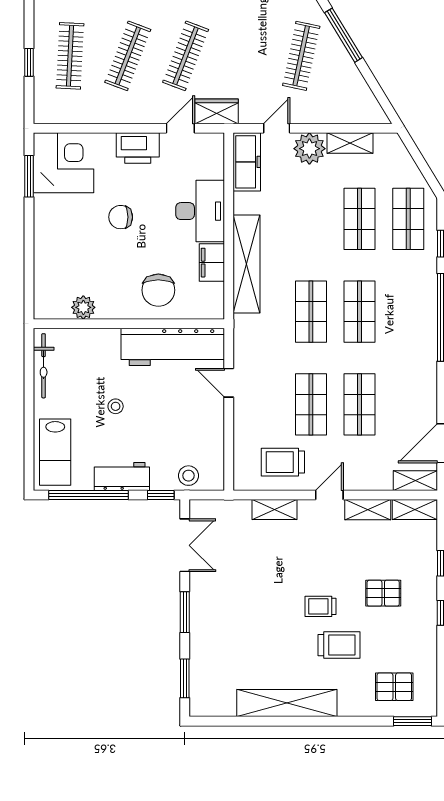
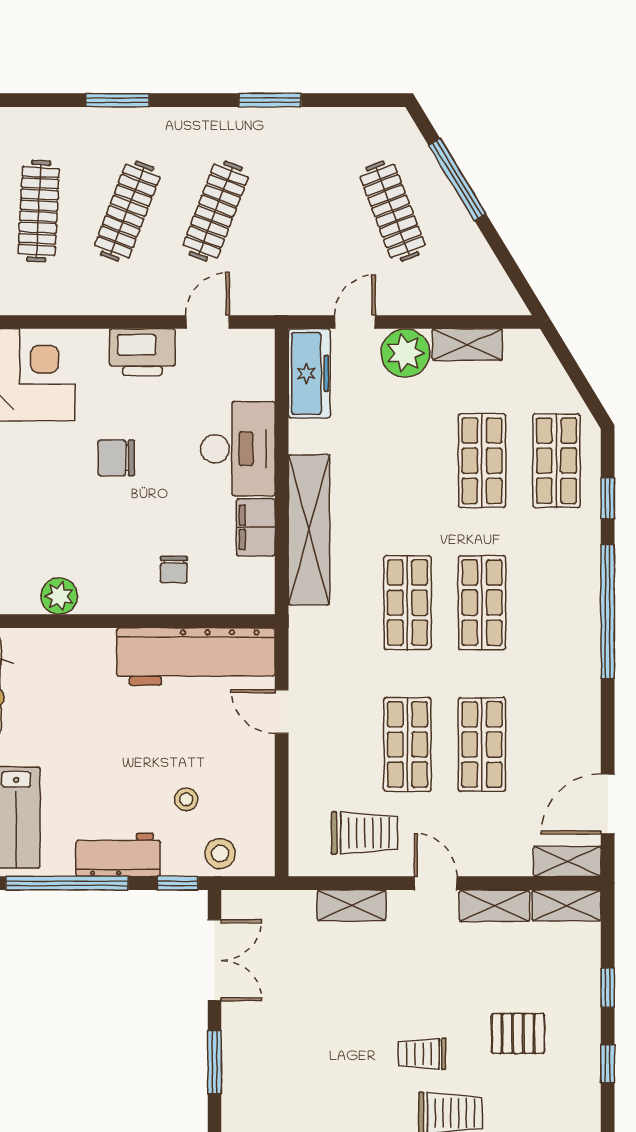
clothes rail: (301, 56) -> (393, 211), turned -33
wardrobe: (216, 111) -> (263, 296), removed
chair: (158, 290) -> (174, 570), width x0.54, depth x0.54
stool: (116, 406) -> (186, 799), moved
trolley: (283, 462) -> (364, 833), turned 180
door: (329, 495) -> (436, 883), hinge flipped

